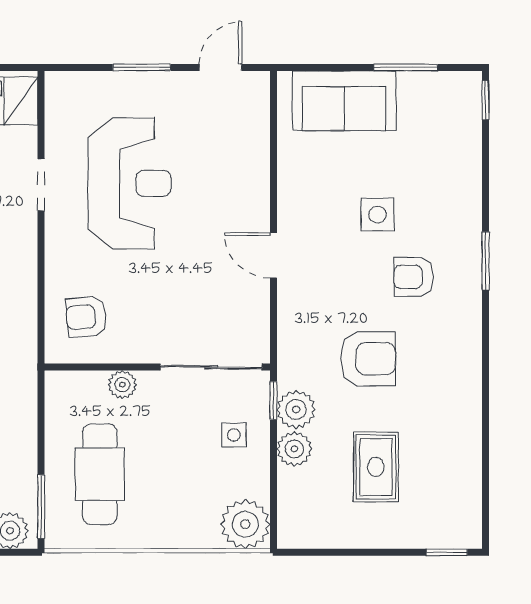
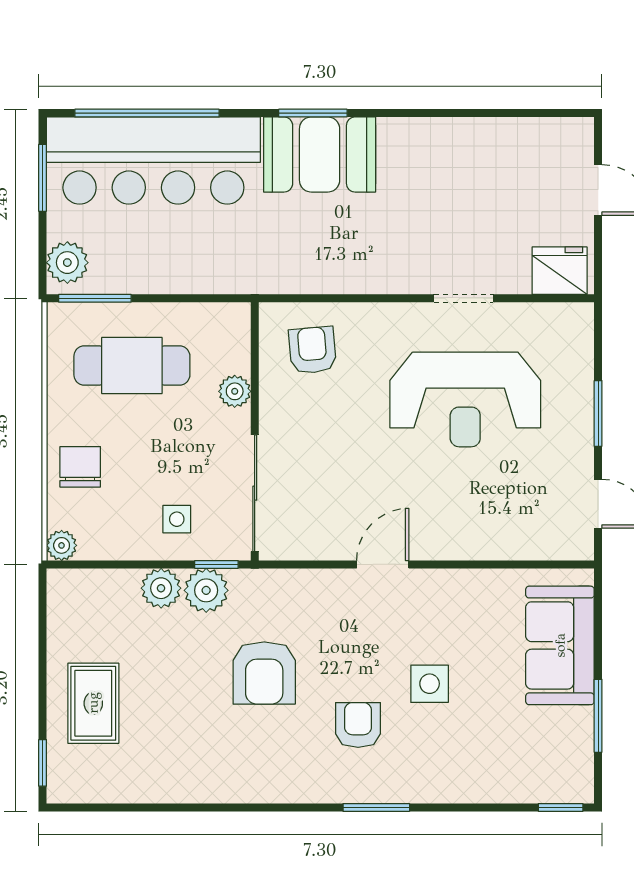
rug: (376, 467) -> (93, 703), moved, turned 90
chair: (188, 519) -> (80, 467), added
plant: (245, 524) -> (62, 545), width x0.53, depth x0.53

